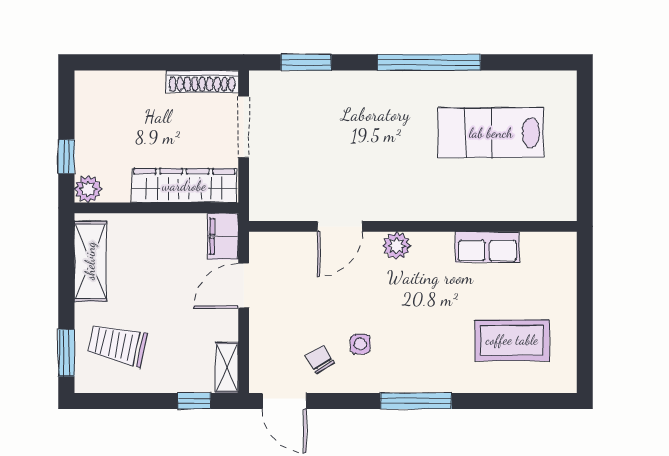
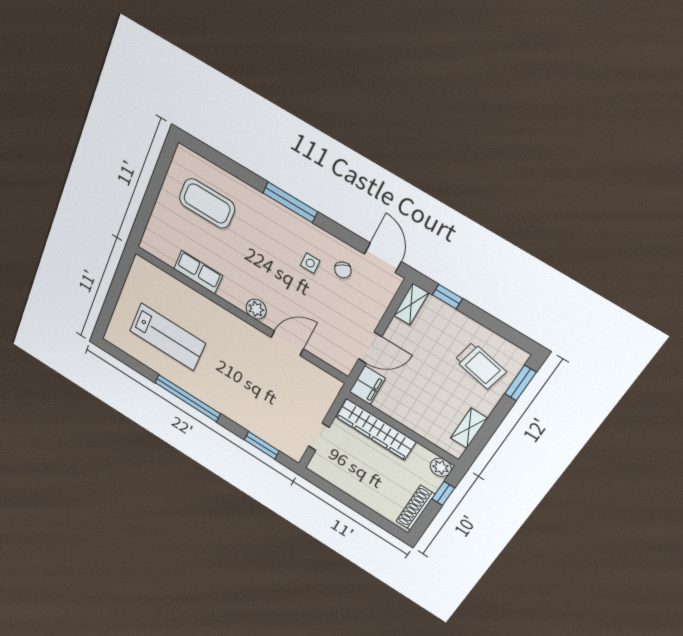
shoe rack: (202, 81) -> (415, 508), moved, turned -90
doorway: (244, 127) -> (319, 437), width x0.73
shelving: (90, 261) -> (469, 428), width x0.67, depth x0.75

